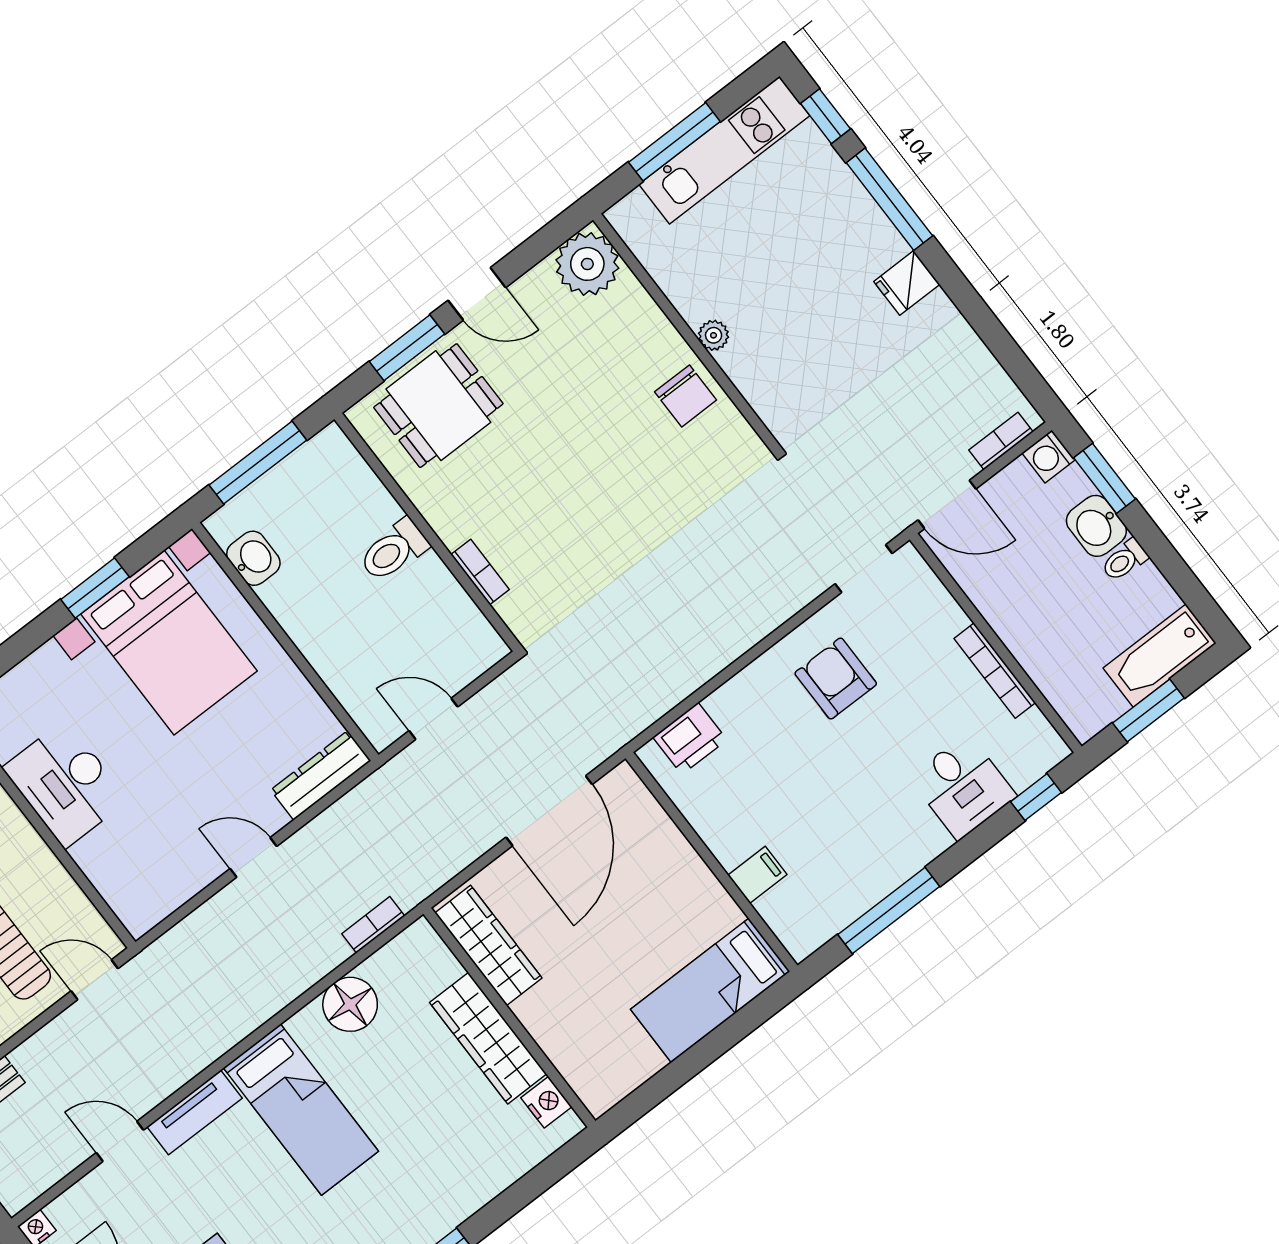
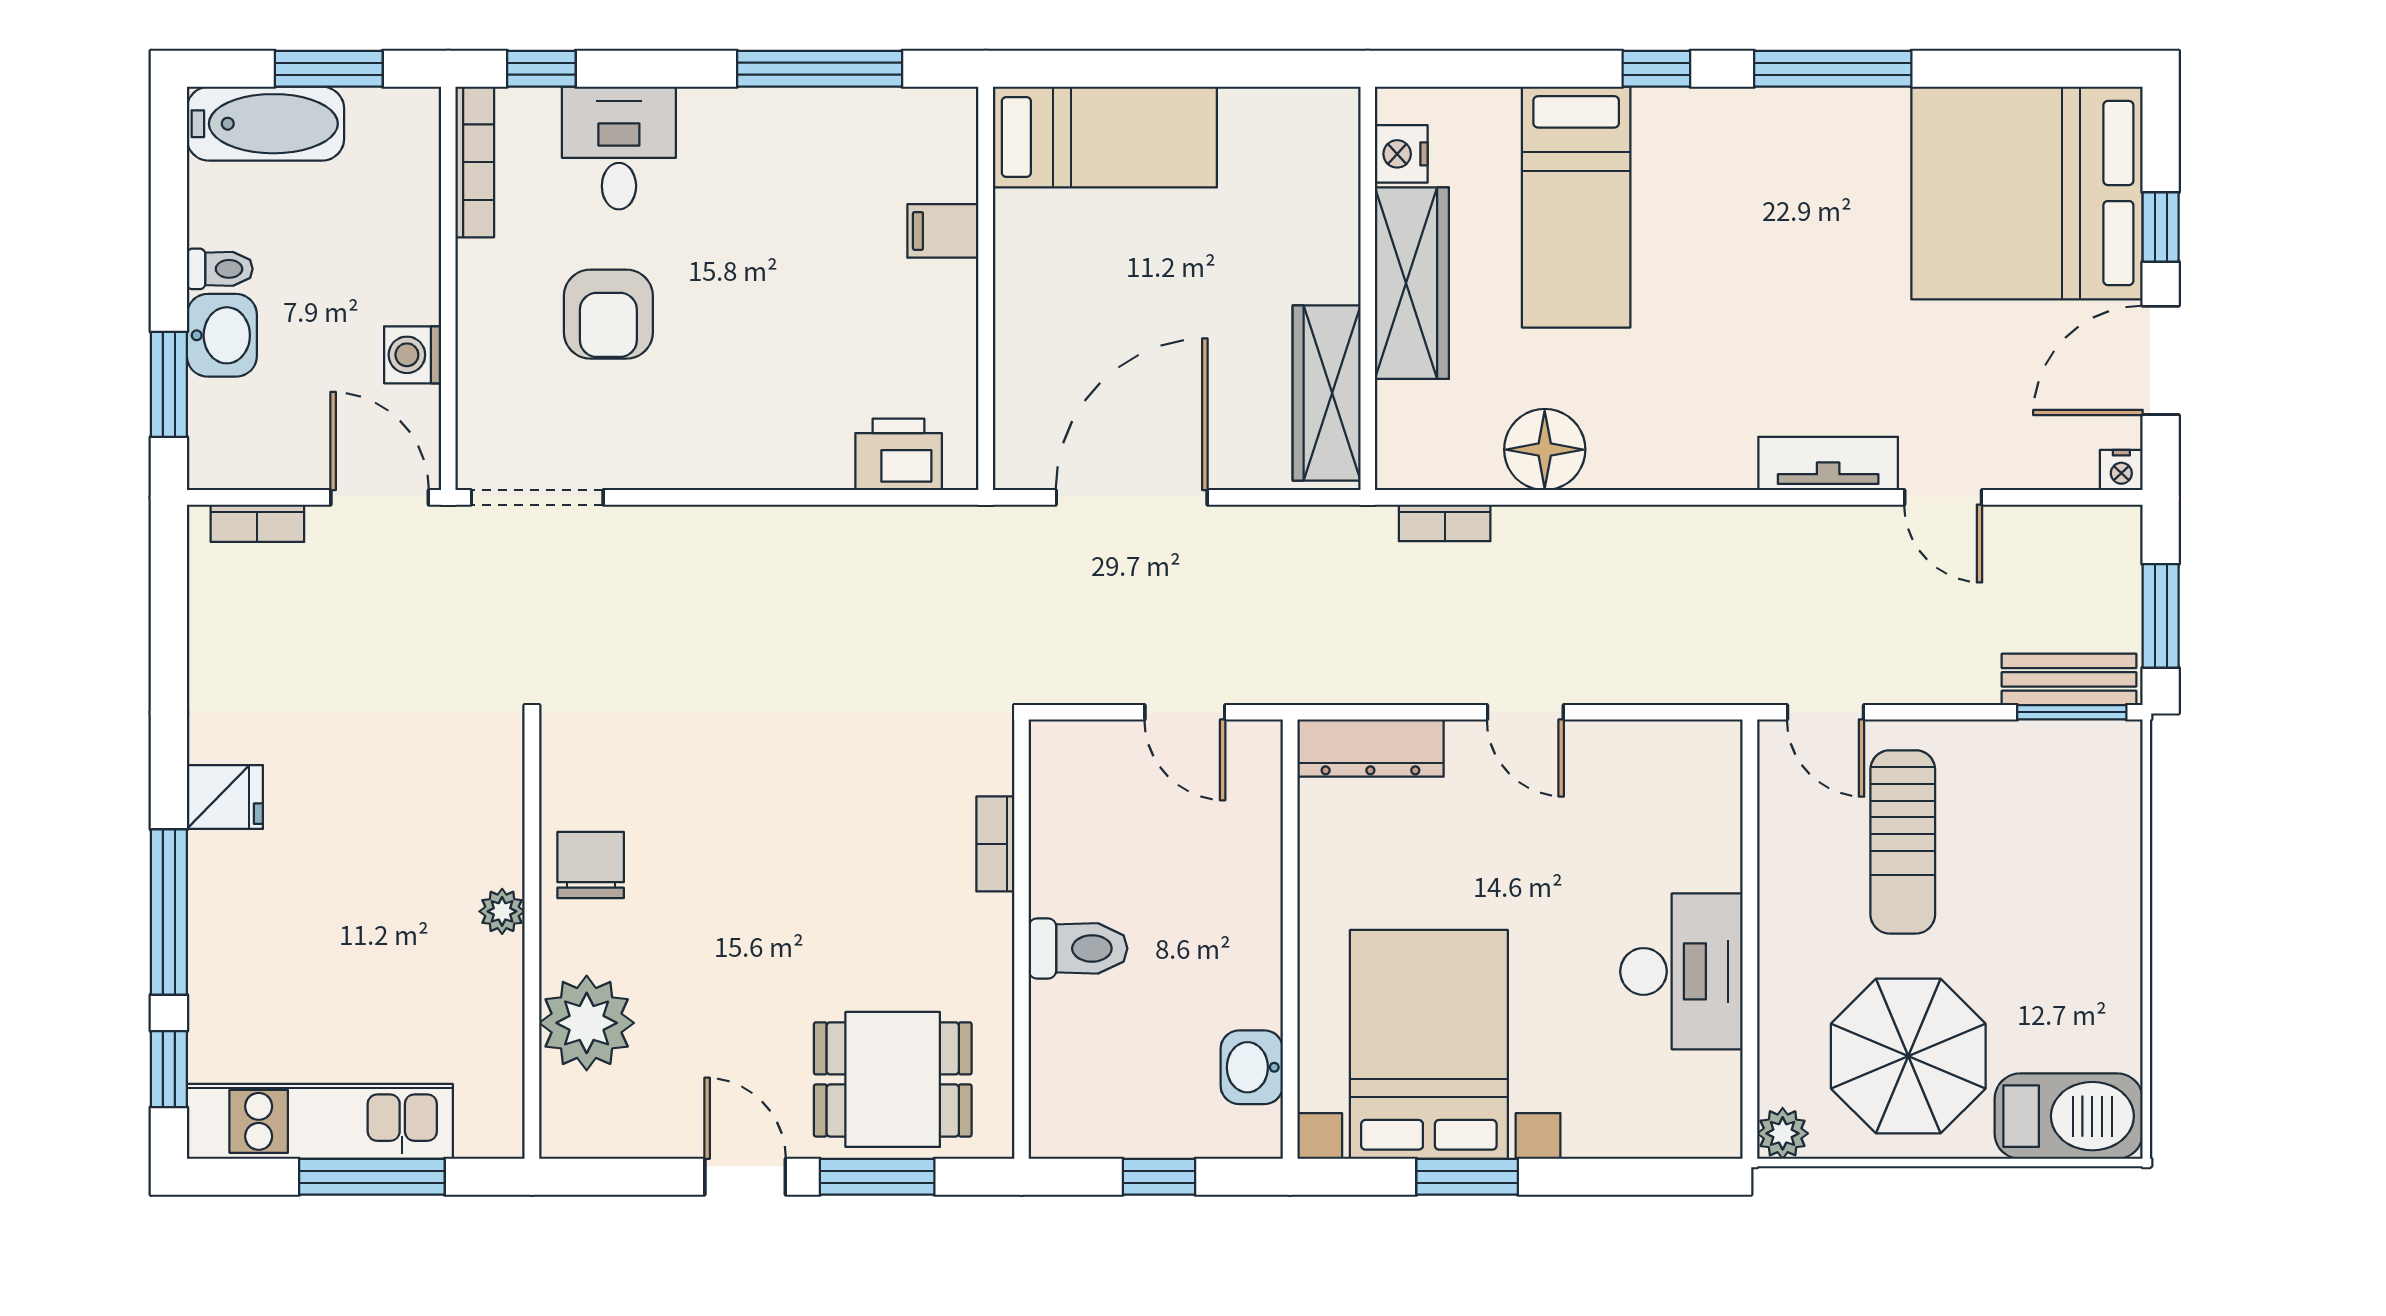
plant: (587, 264) -> (587, 1023), moved
washing machine: (1048, 456) -> (413, 355), moved, turned 180
window: (258, 463) -> (1159, 1177), width x0.46
doorway: (864, 569) -> (537, 497), width x1.38
bookcase: (995, 671) -> (475, 162), moved
armchair: (836, 679) -> (608, 314), moved
bed: (301, 1110) -> (1576, 207), moved, turned 180

